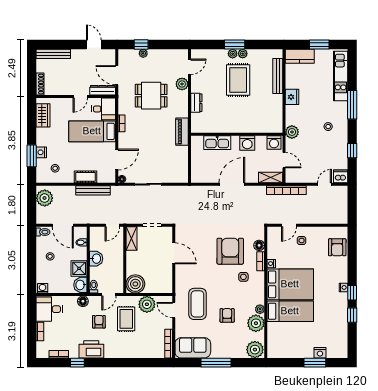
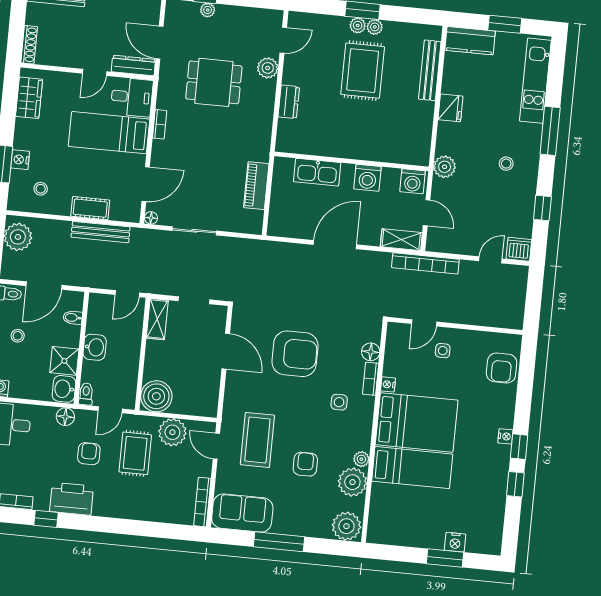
piano: (182, 132) -> (256, 186), moved
door: (63, 225) -> (44, 286), hinge flipped
armchair: (230, 251) -> (295, 354), moved, turned 90

